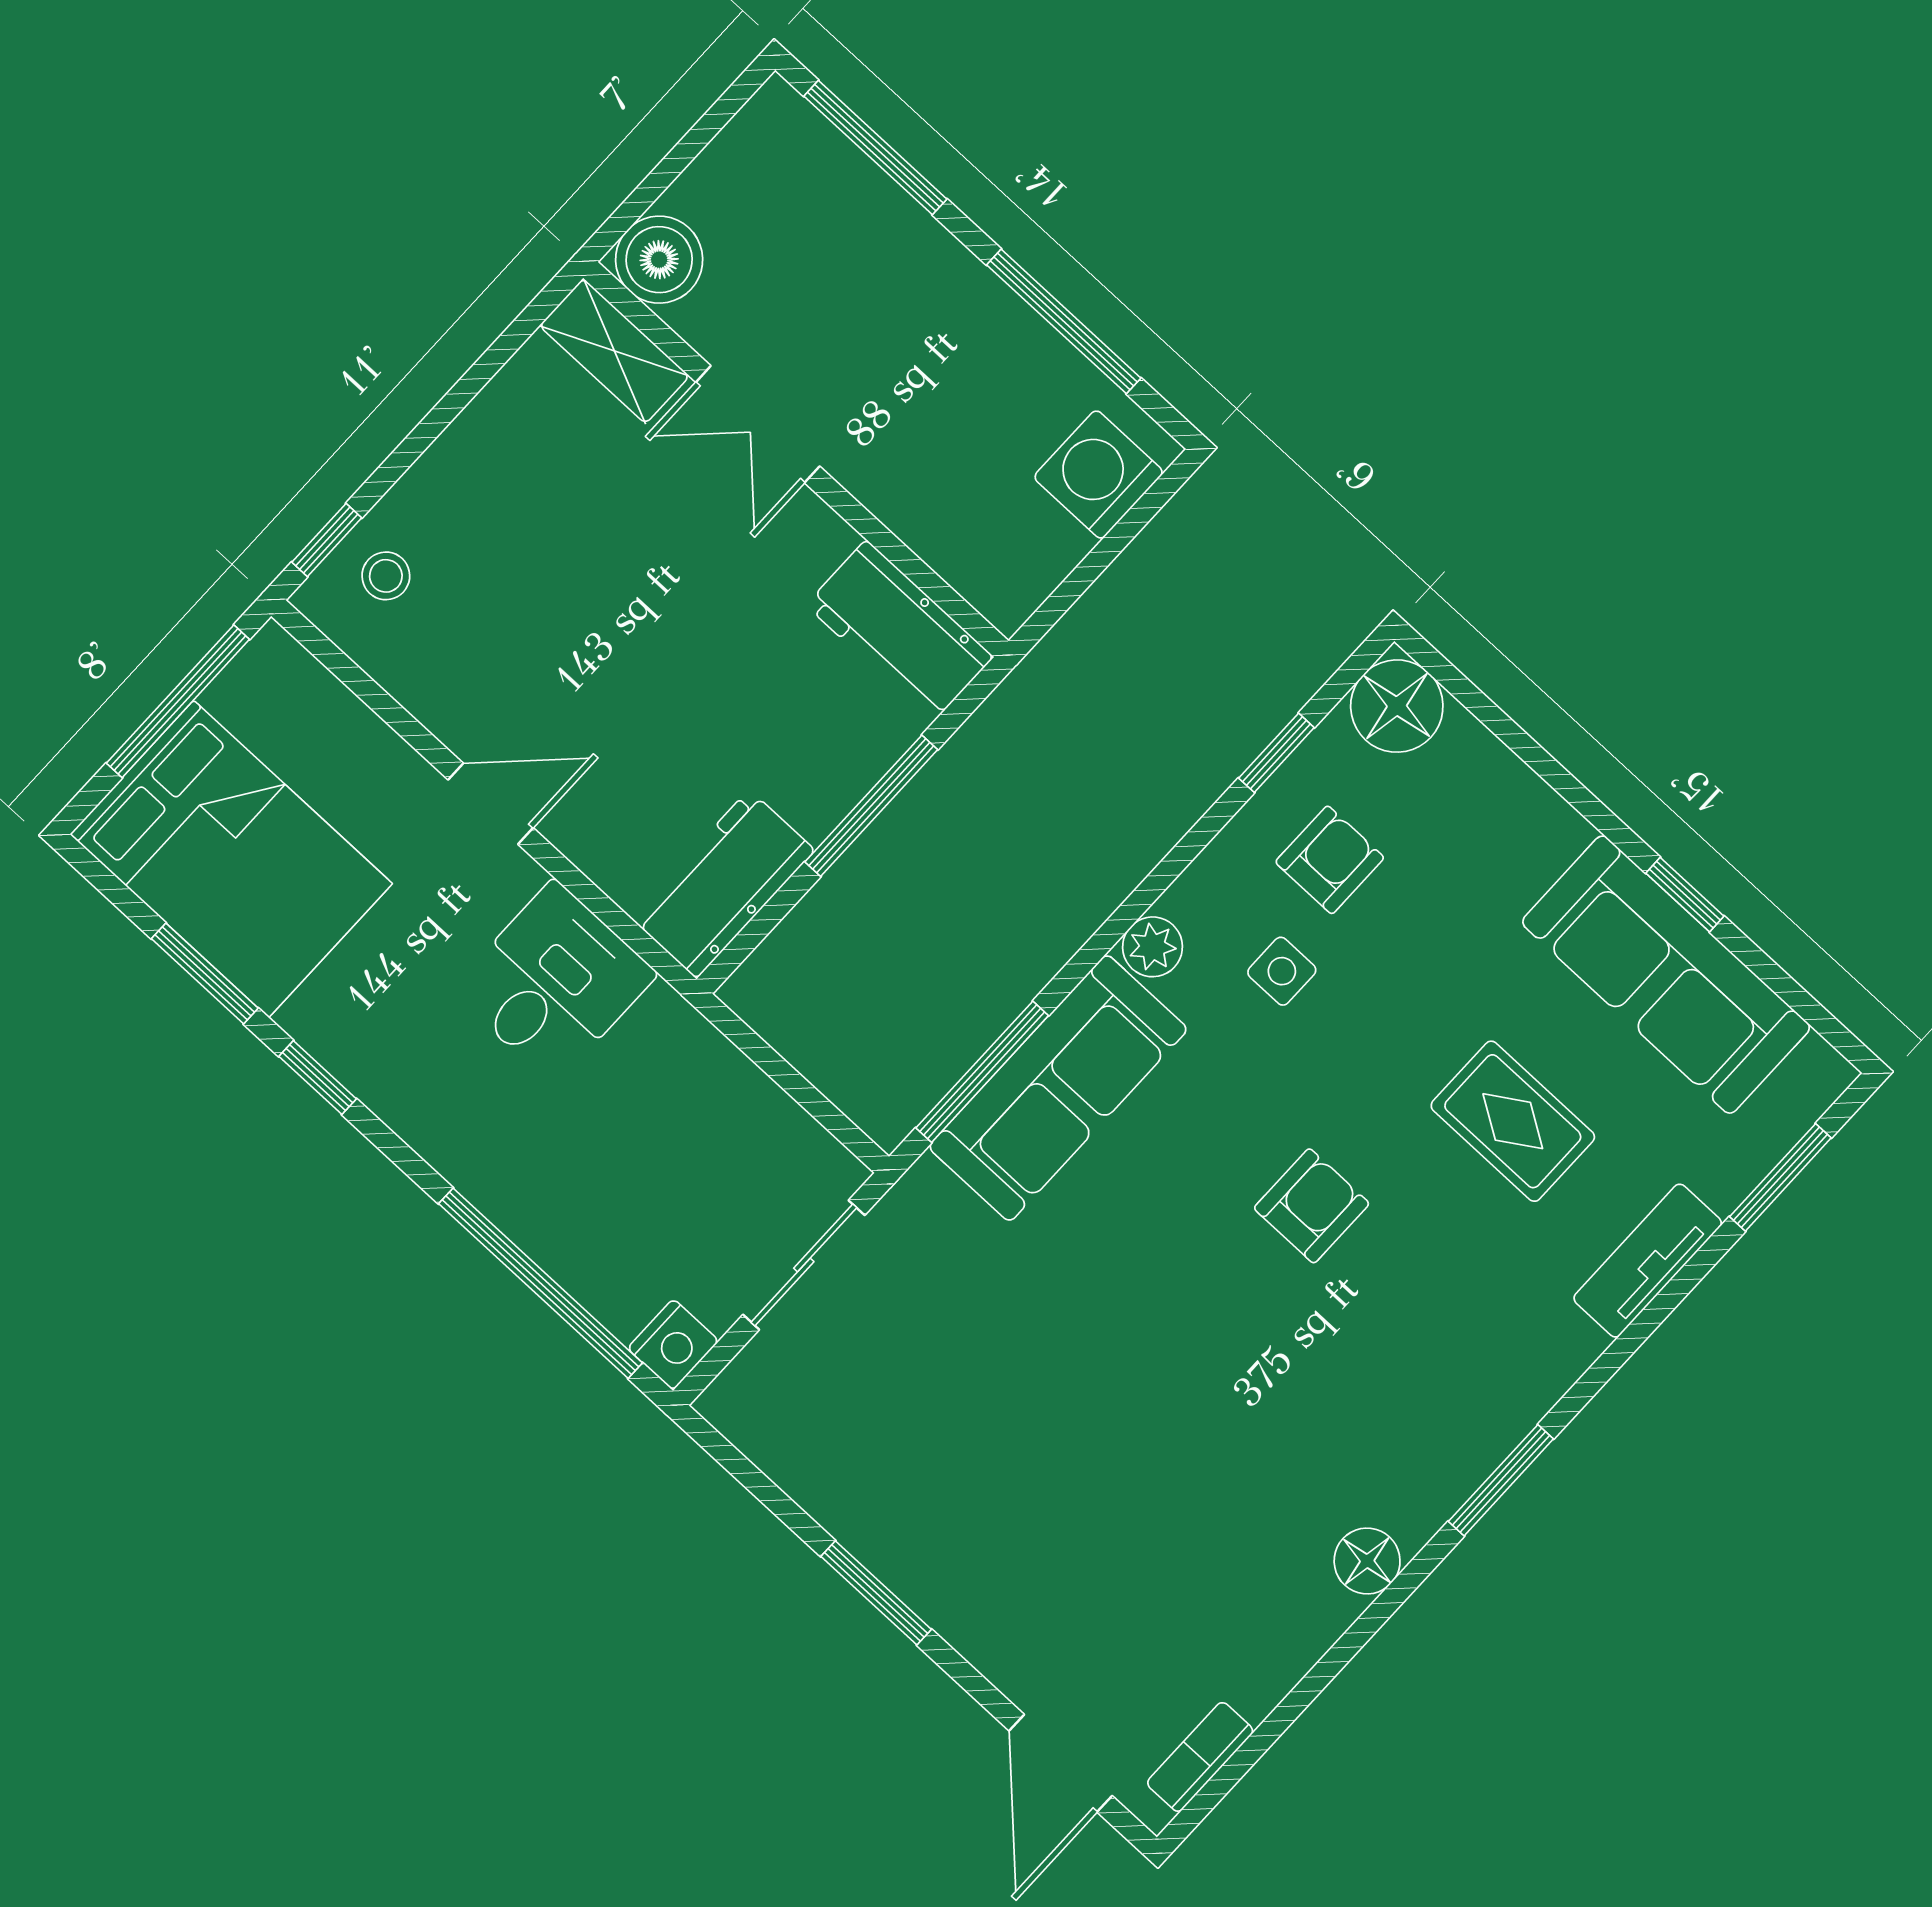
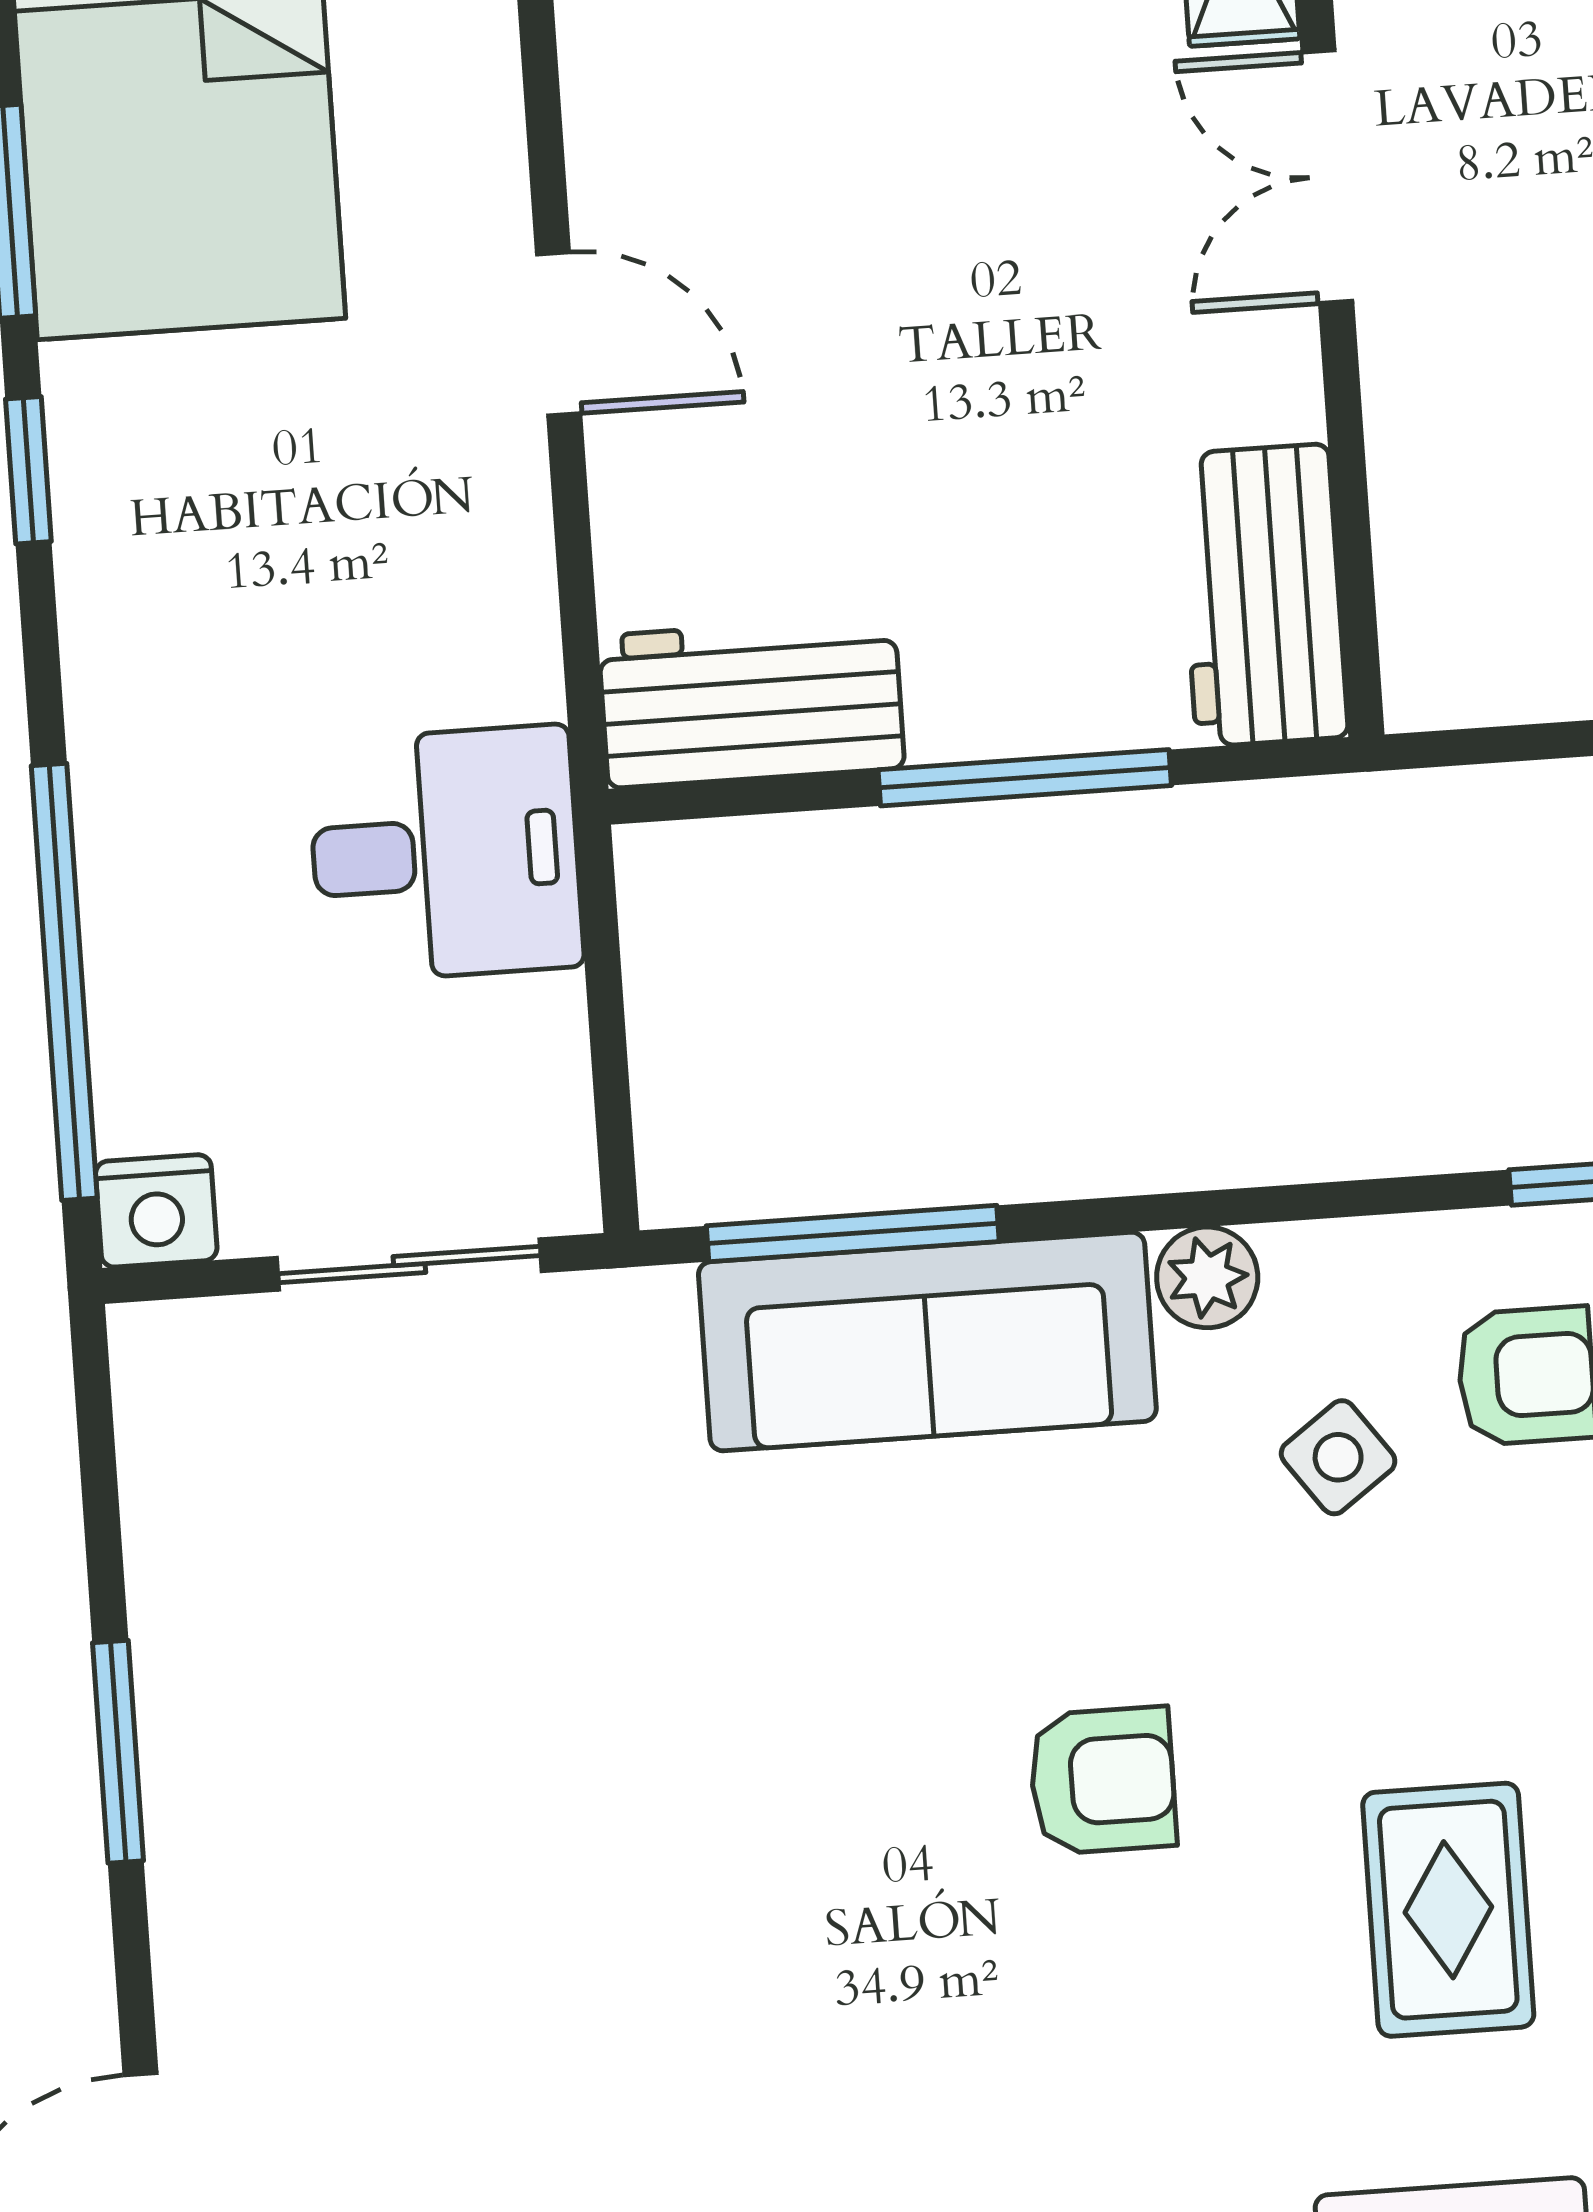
side table: (1282, 971) -> (1338, 1457), turned -36
desk: (554, 982) -> (445, 854), moved

